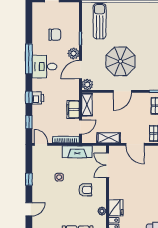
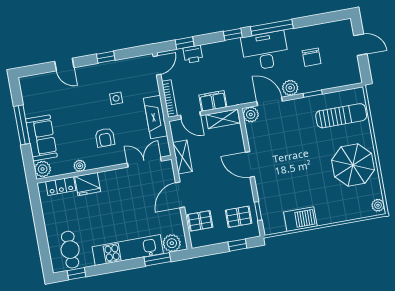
parasol: (120, 61) -> (353, 165), moved
desk: (44, 67) -> (265, 51), width x1.37
window: (29, 97) -> (233, 34), moved
printer: (38, 98) -> (193, 54), moved

